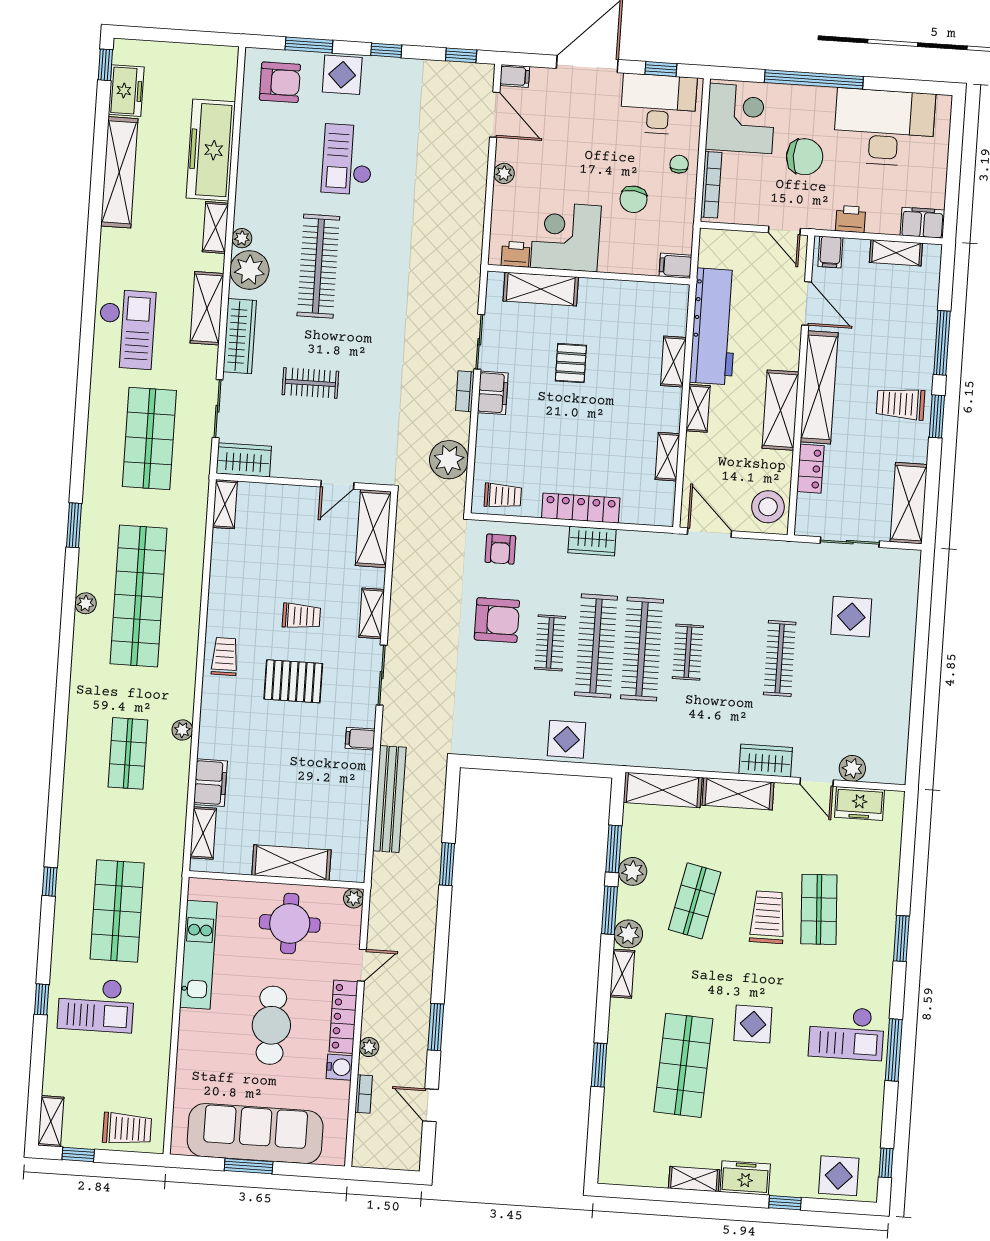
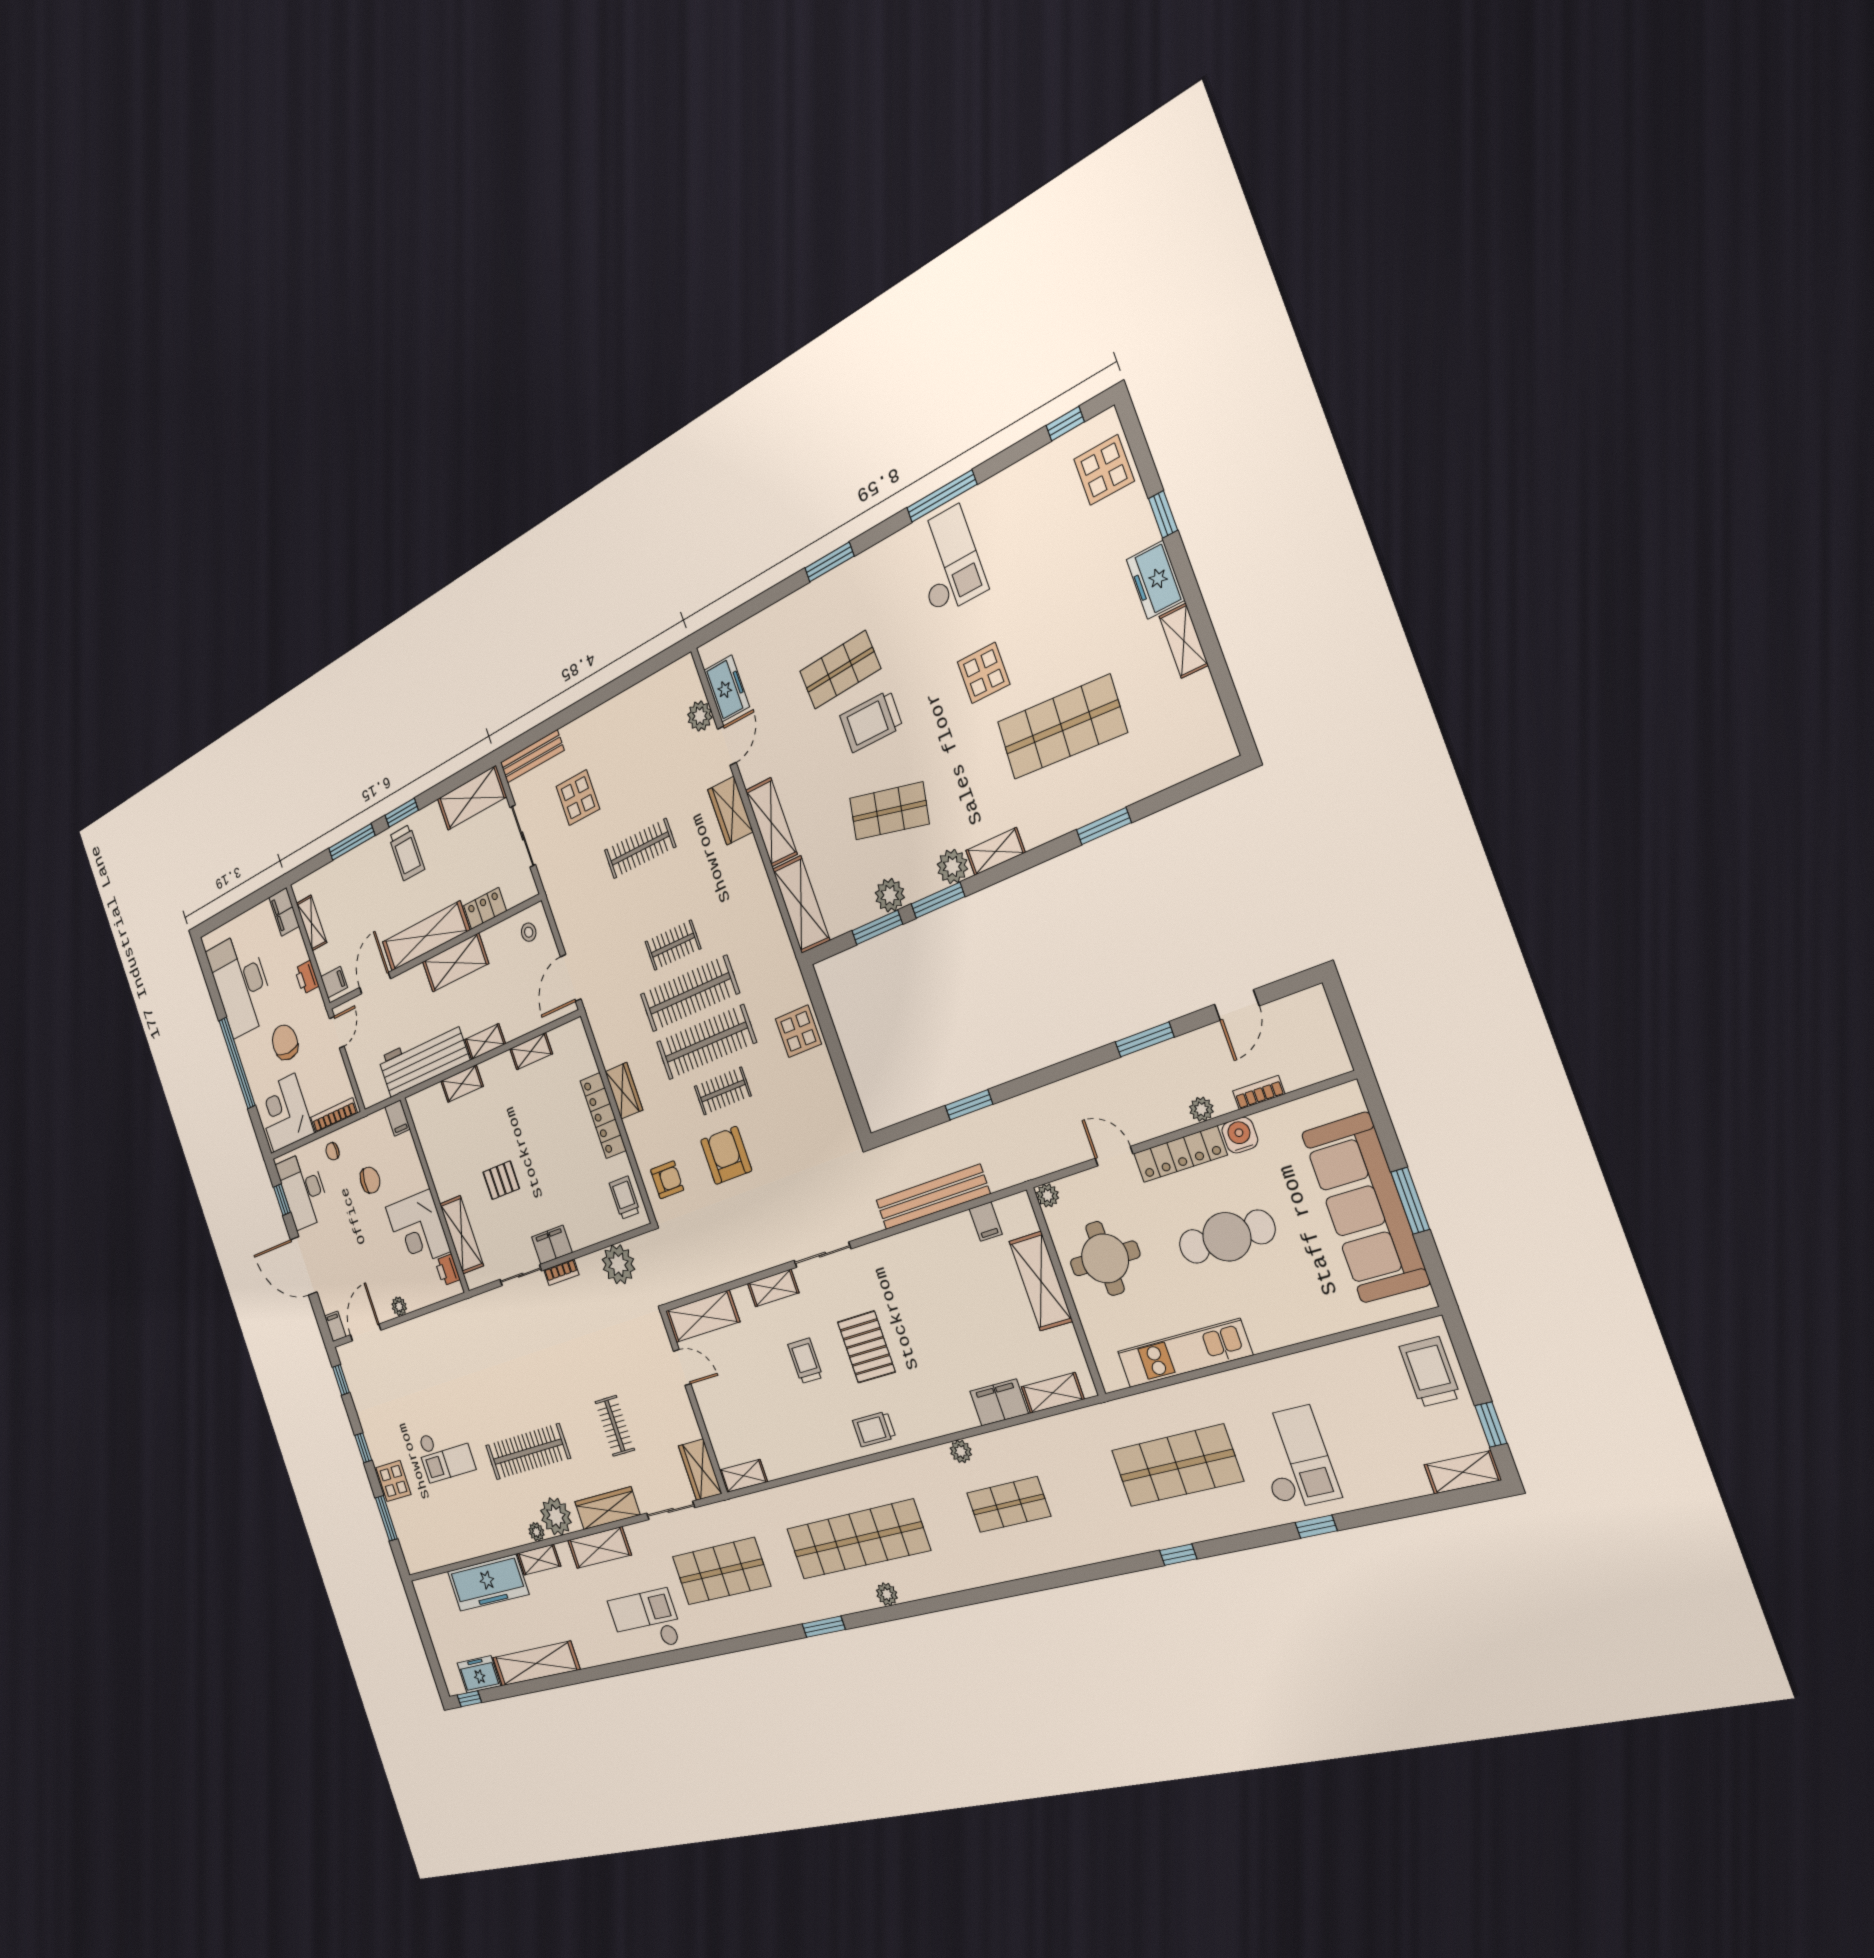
armchair: (280, 82) -> (420, 1535), removed
stool: (768, 507) -> (529, 932), width x0.53, depth x0.53
bench: (909, 586) -> (532, 756), added
filing cabinet: (360, 739) -> (986, 1222), moved

